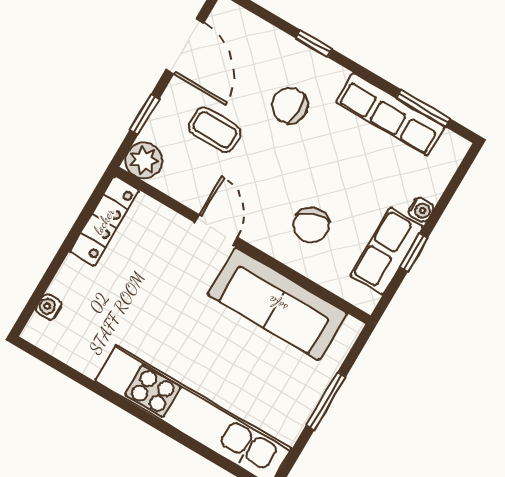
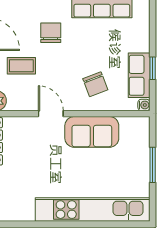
chair: (290, 106) -> (51, 33), turned 90
water cooler: (421, 210) -> (144, 105), moved
sofa: (277, 304) -> (92, 132), width x0.73

